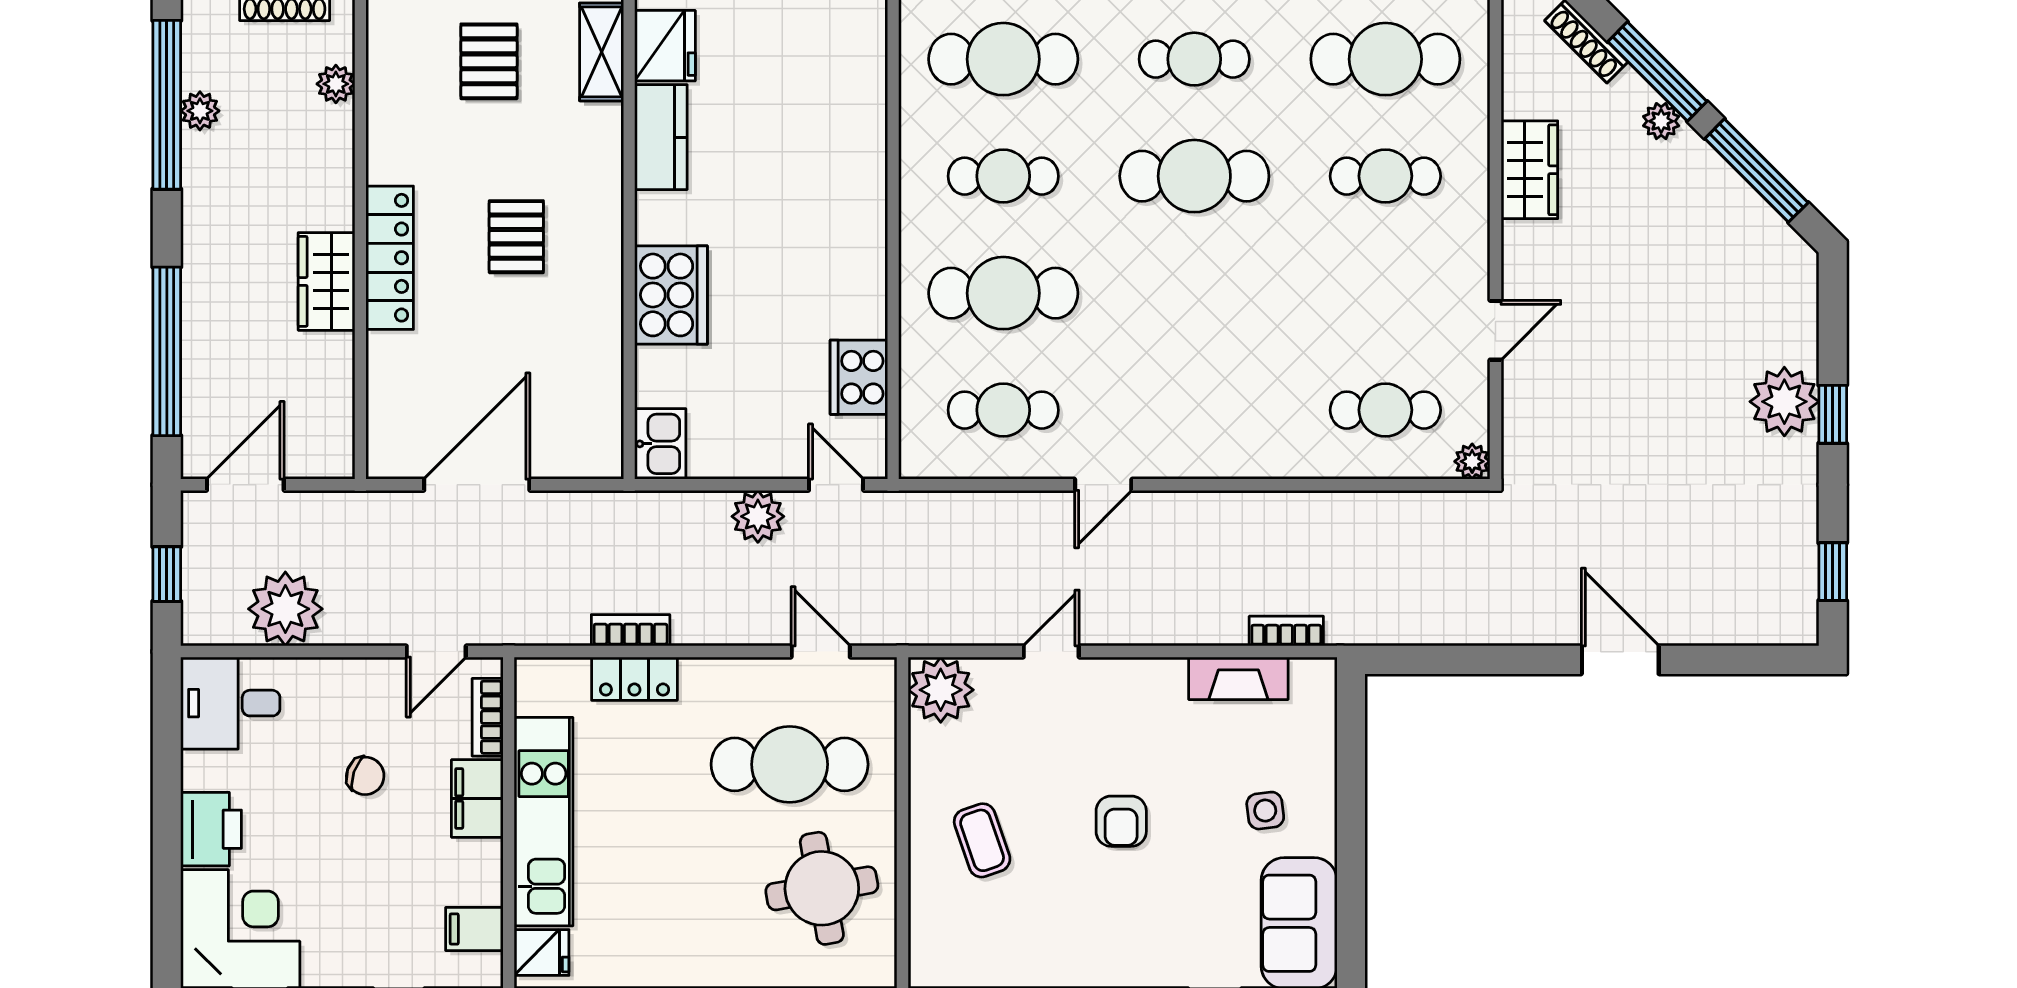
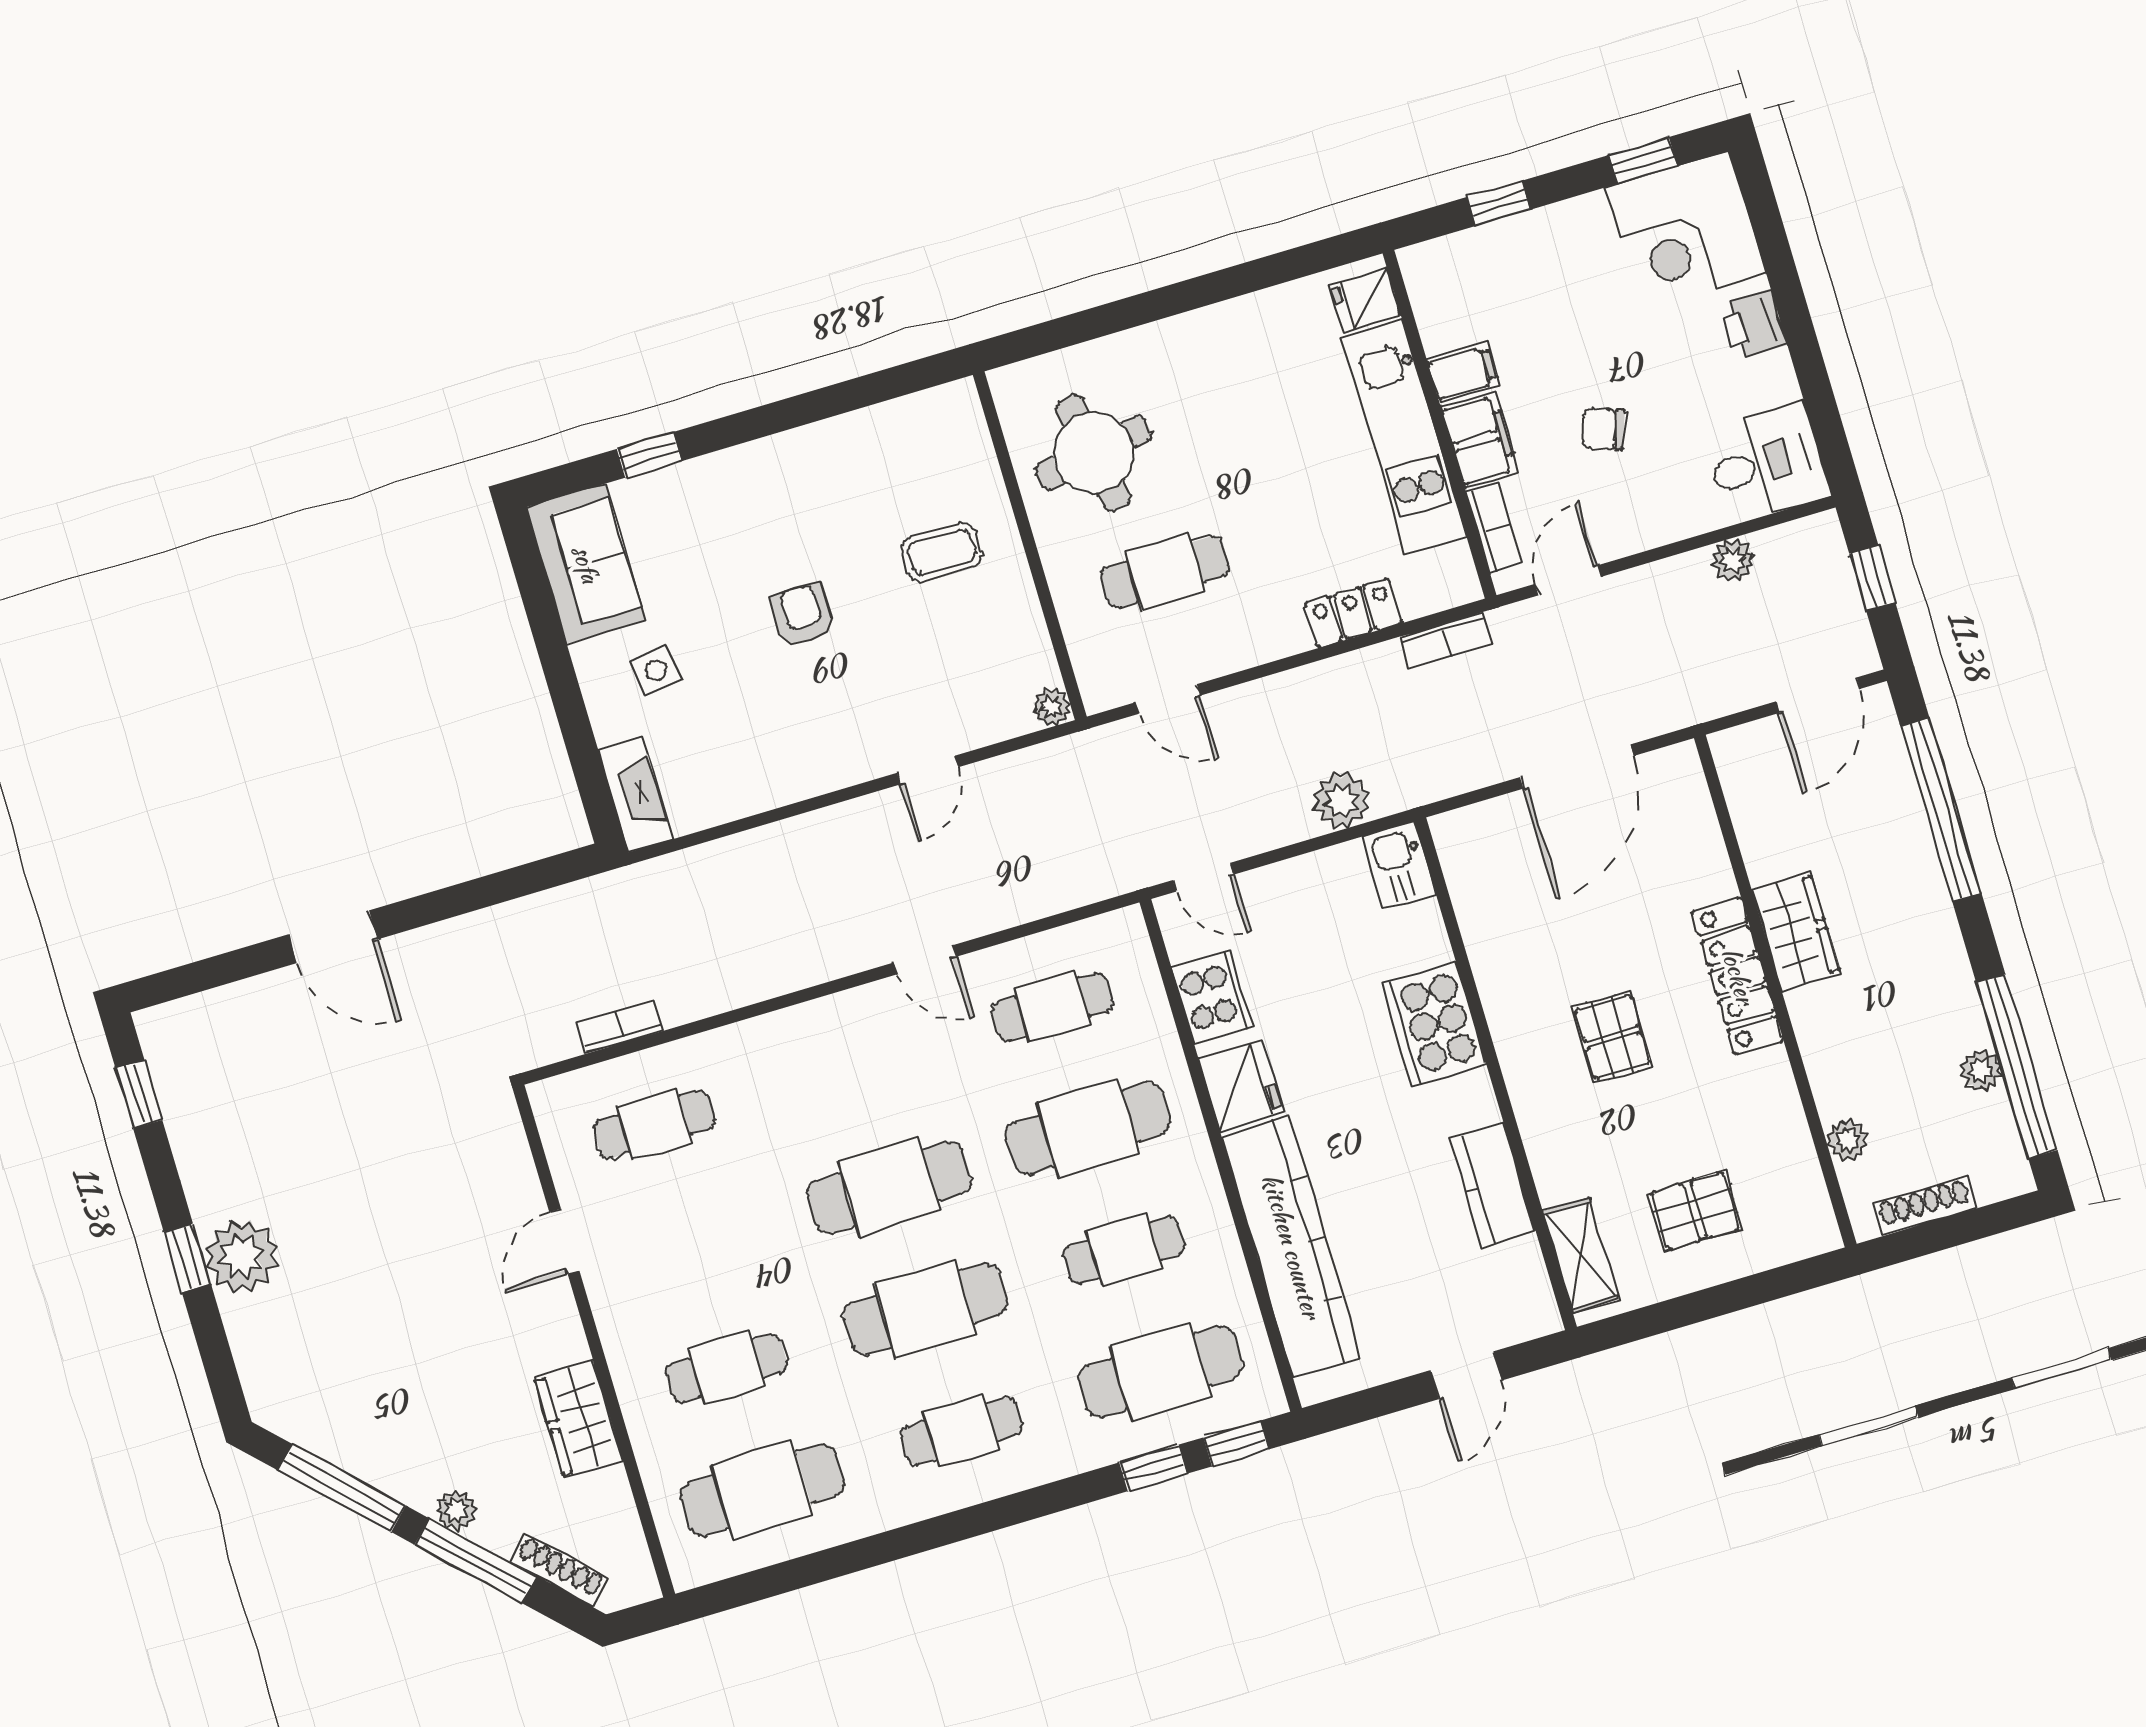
fridge: (665, 46) -> (1241, 1086), moved, turned 180
pallet: (489, 61) -> (1695, 1211), turned 90
kitchen counter: (855, 136) -> (1291, 1246), added
cafe table: (1194, 293) -> (889, 1187), added
plant: (1472, 461) -> (548, 1098), removed
door: (1103, 485) -> (925, 960), swing flipped
plant: (758, 516) -> (1341, 800), moved
plant: (285, 609) -> (1733, 560), width x0.53, depth x0.53
bookcase: (631, 630) -> (1446, 640), moved
bookcase: (1286, 631) -> (620, 1027), moved, turned 180
fireplace: (1238, 678) -> (635, 794), moved, turned 90
plant: (941, 690) -> (1052, 707), width x0.53, depth x0.53
cafe table: (790, 764) -> (1165, 572), width x0.73, depth x0.74
printer: (211, 829) -> (1754, 324), width x0.73, depth x0.81
coffee table: (982, 840) -> (941, 552), turned -71
filing cabinet: (474, 929) -> (1463, 372), moved

